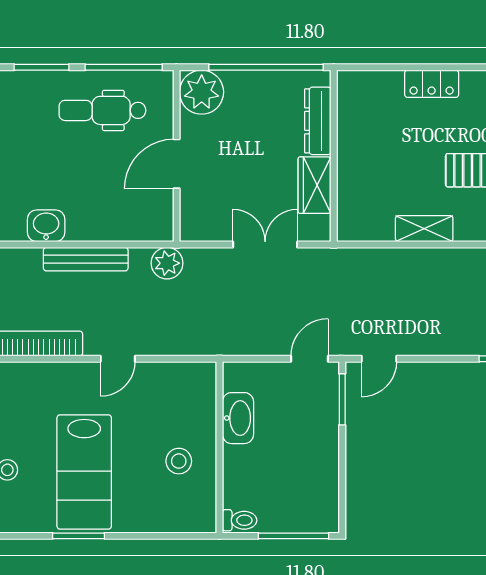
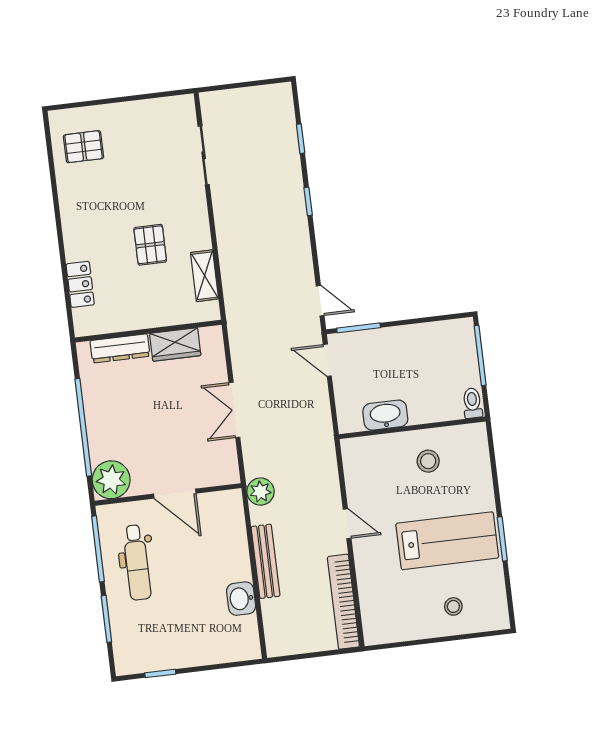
dresser: (318, 121) -> (120, 348), moved
wall: (334, 156) -> (148, 331), moved
wardrobe: (315, 185) -> (175, 344), moved

